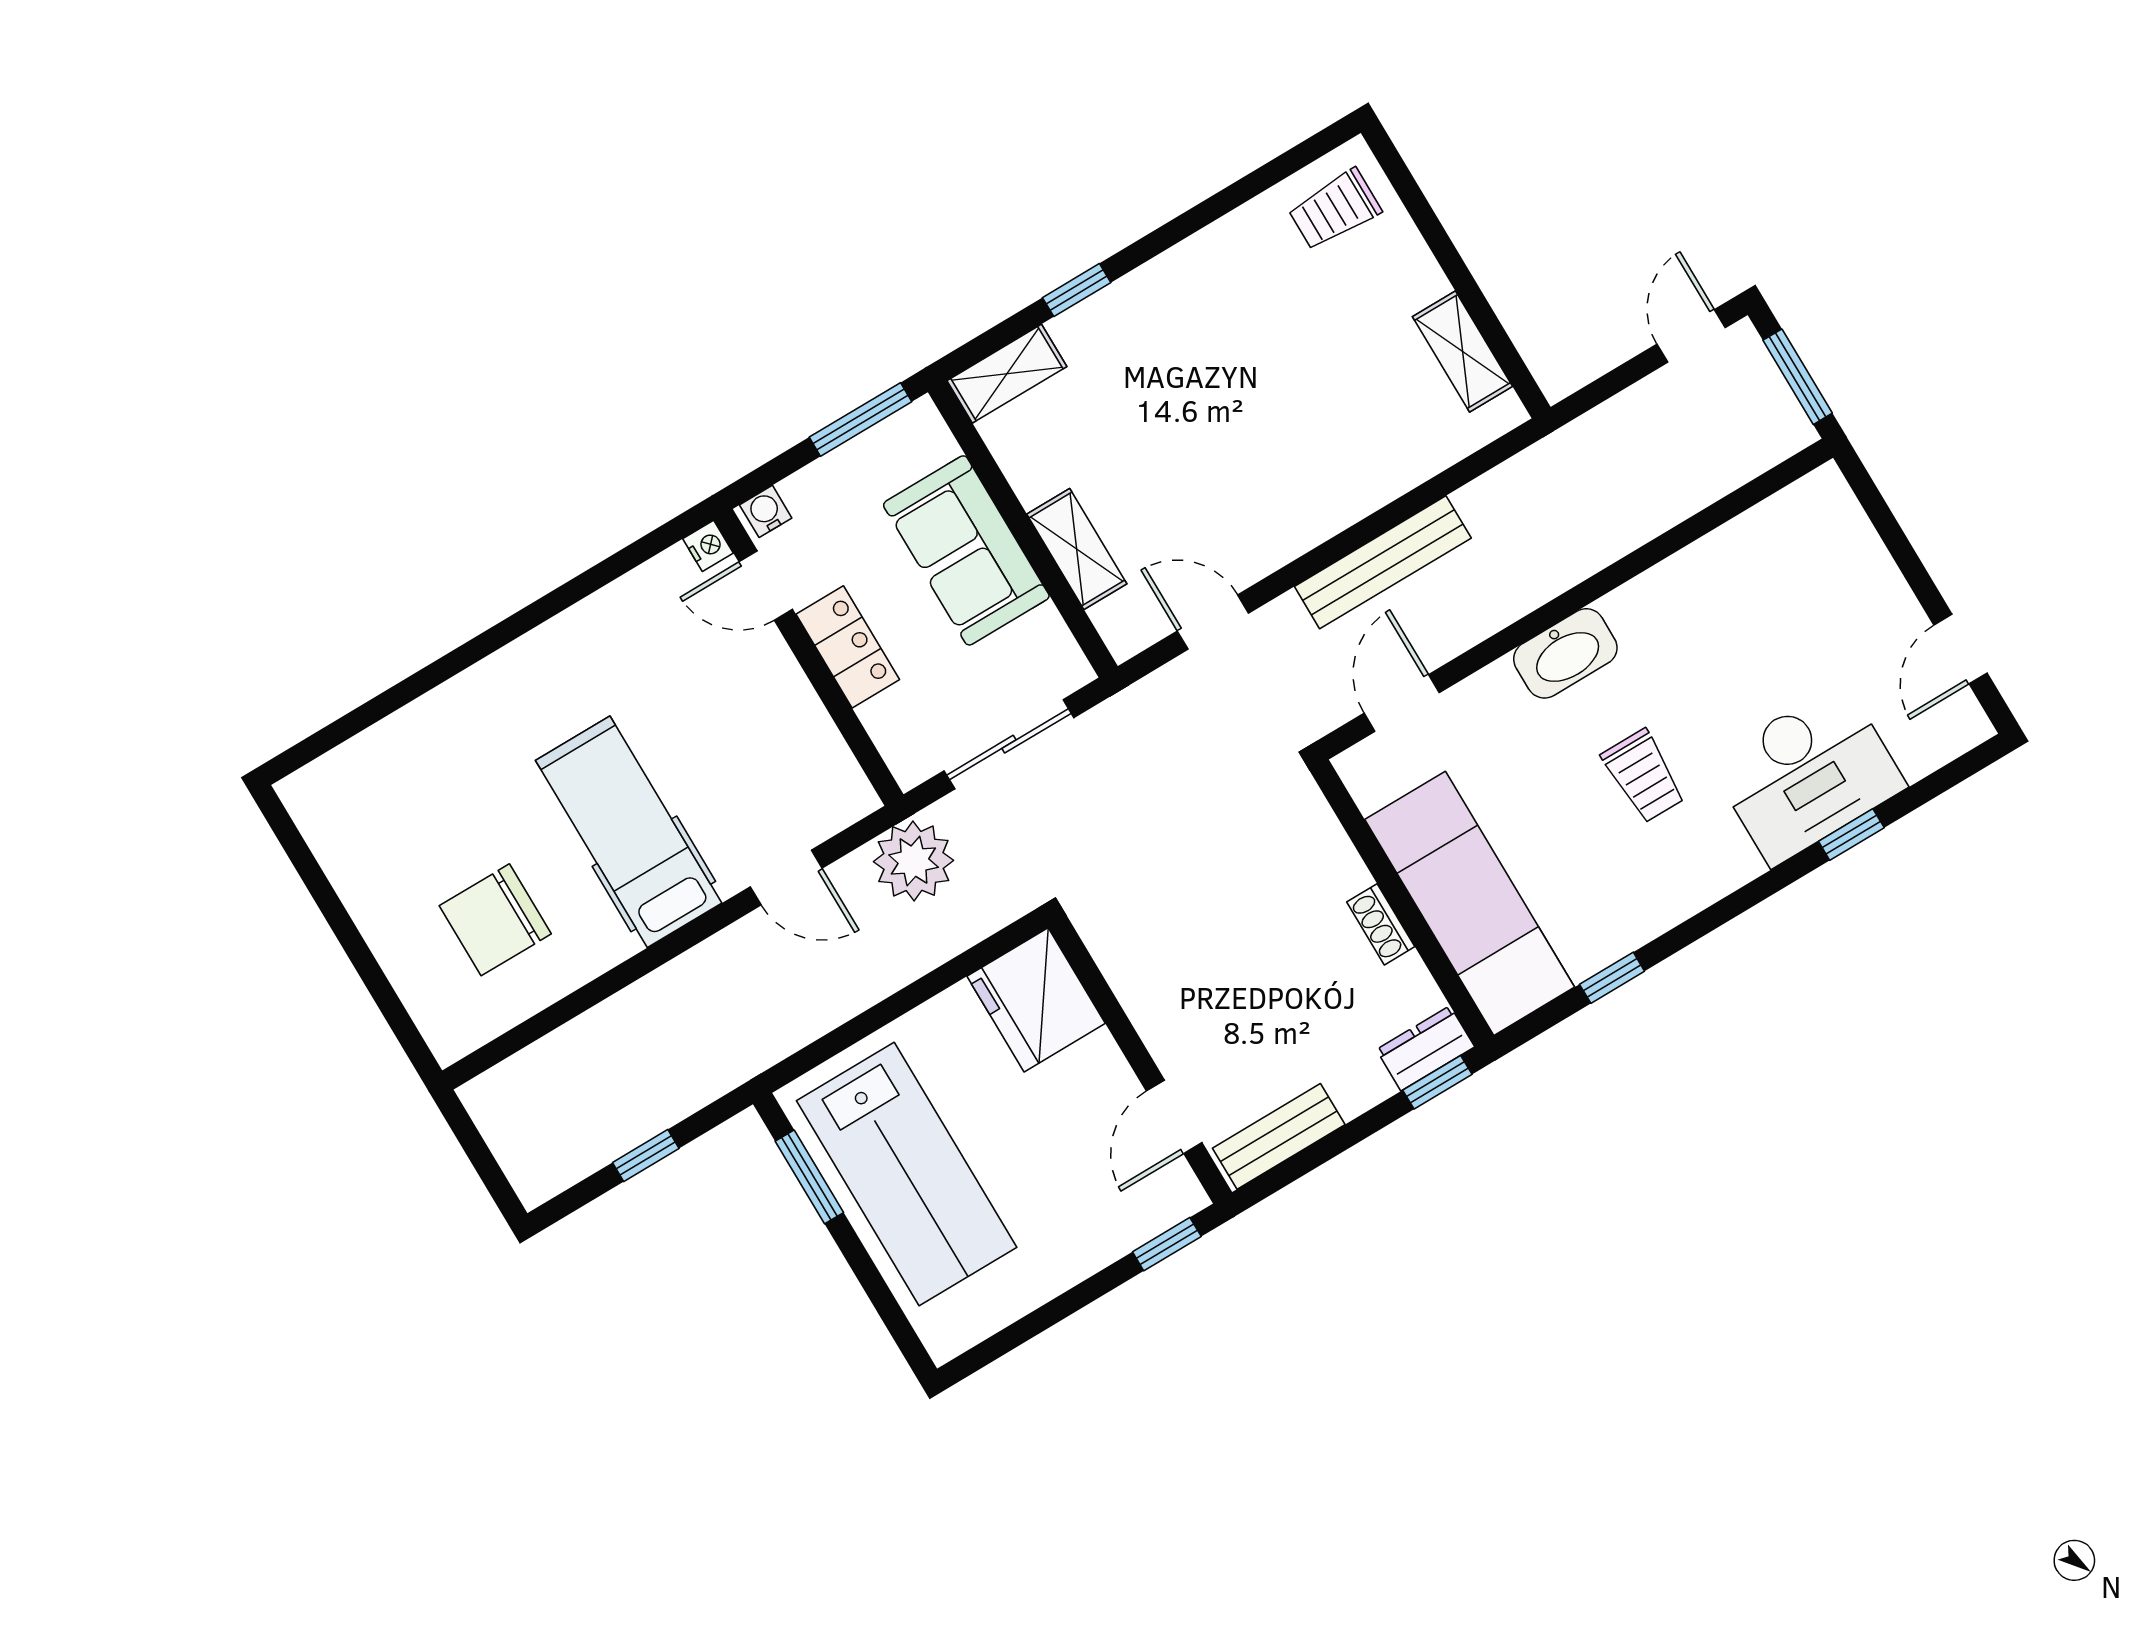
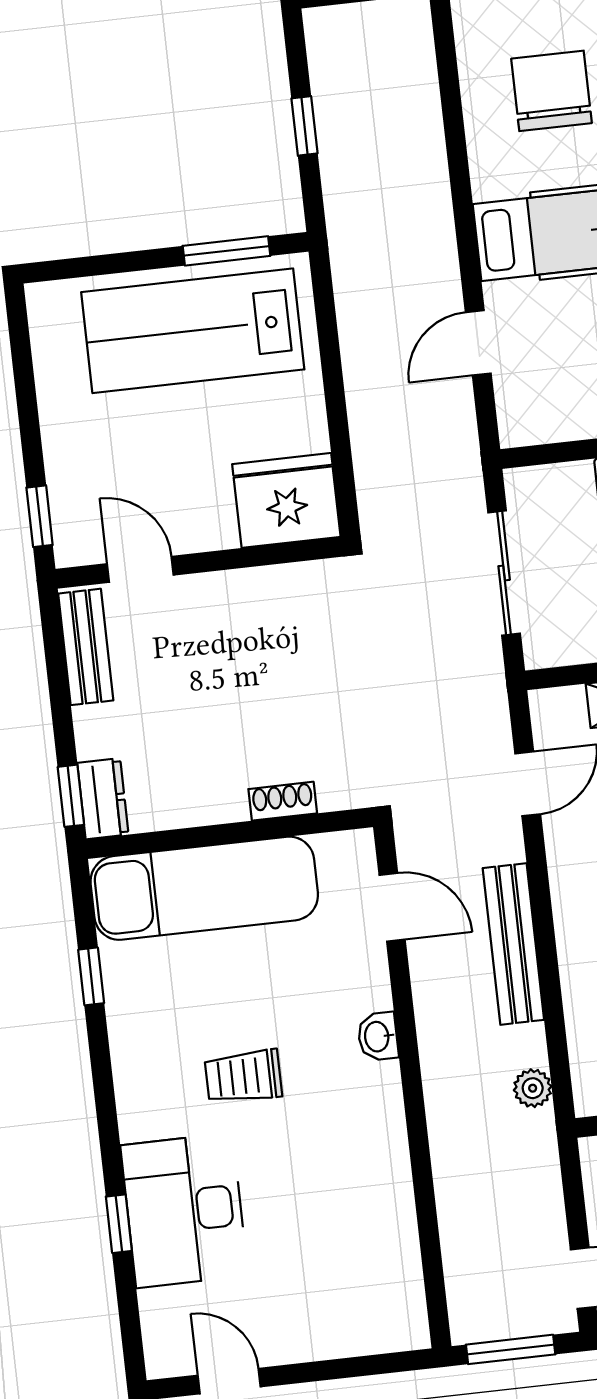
washbasin: (1565, 653) -> (378, 1037), width x0.52, depth x0.69
plant: (913, 861) -> (533, 1088), moved, width x0.53, depth x0.53
shoe rack: (1381, 924) -> (283, 801), moved

